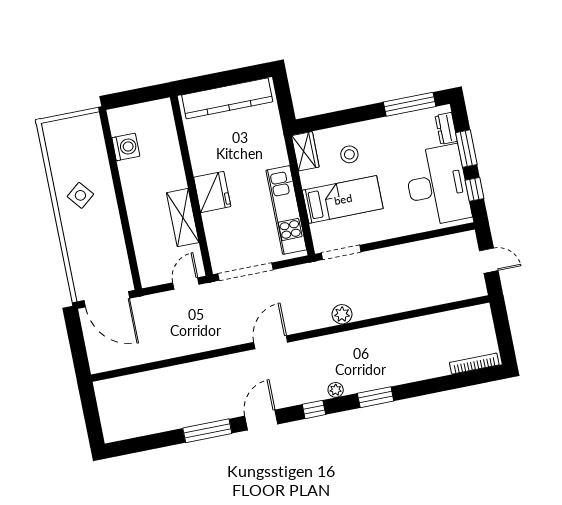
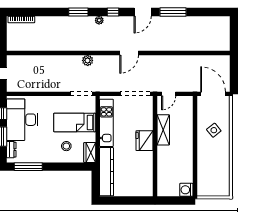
kitchen counter: (227, 98) -> (107, 172), moved, turned 90
washing machine: (126, 147) -> (186, 190), moved
side table: (80, 195) -> (214, 130), moved

